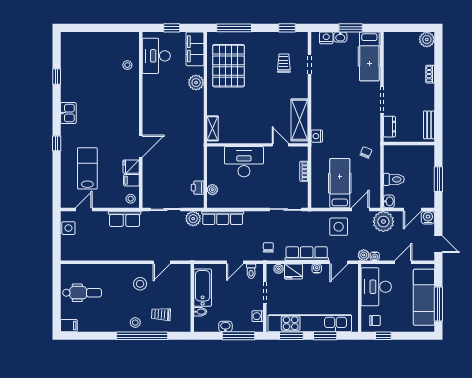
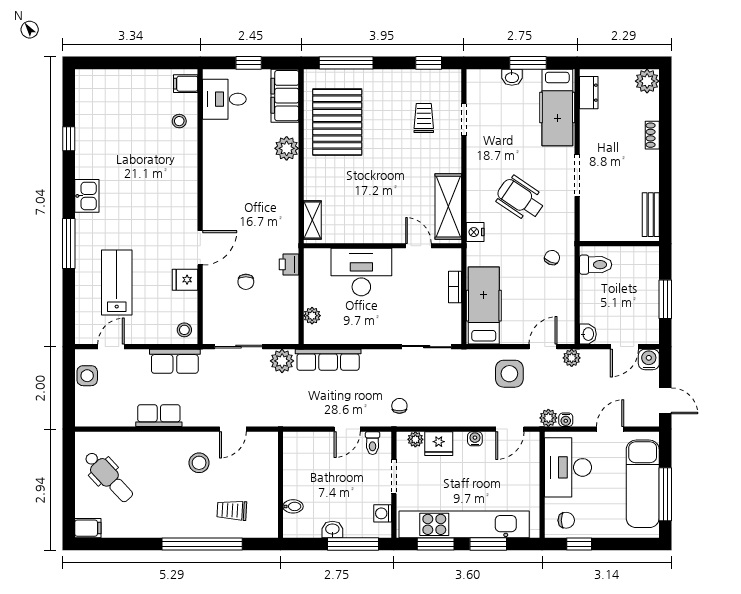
nightstand: (326, 38) -> (490, 78), removed
desk: (156, 56) -> (224, 99), width x0.73
wheelchair: (346, 115) -> (520, 199), added
dresser: (389, 127) -> (589, 93), moved
window: (57, 143) -> (69, 243), width x2.17
chair: (170, 168) -> (246, 282), added
toilet: (394, 179) -> (596, 265), moved
filing cabinet: (131, 180) -> (186, 84), moved
hospital bed: (340, 183) -> (484, 306), moved
printer: (198, 188) -> (289, 264), moved
plant: (383, 222) -> (572, 358), width x0.53, depth x0.53
row of seats: (307, 254) -> (159, 416), moved, width x0.68
bathtub: (203, 288) -> (297, 469), removed
dental chair: (82, 293) -> (108, 477), turned 47
stool: (135, 323) -> (191, 523), removed

